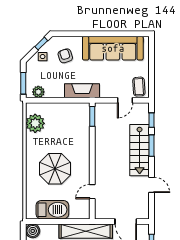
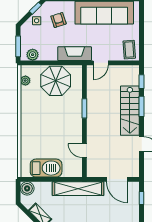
door: (125, 100) -> (101, 63), moved
window: (92, 116) -> (84, 108), moved
plant: (35, 123) -> (25, 81), width x0.53, depth x0.53
parasol: (55, 169) -> (56, 81), moved
door: (92, 192) -> (84, 151), hinge flipped

